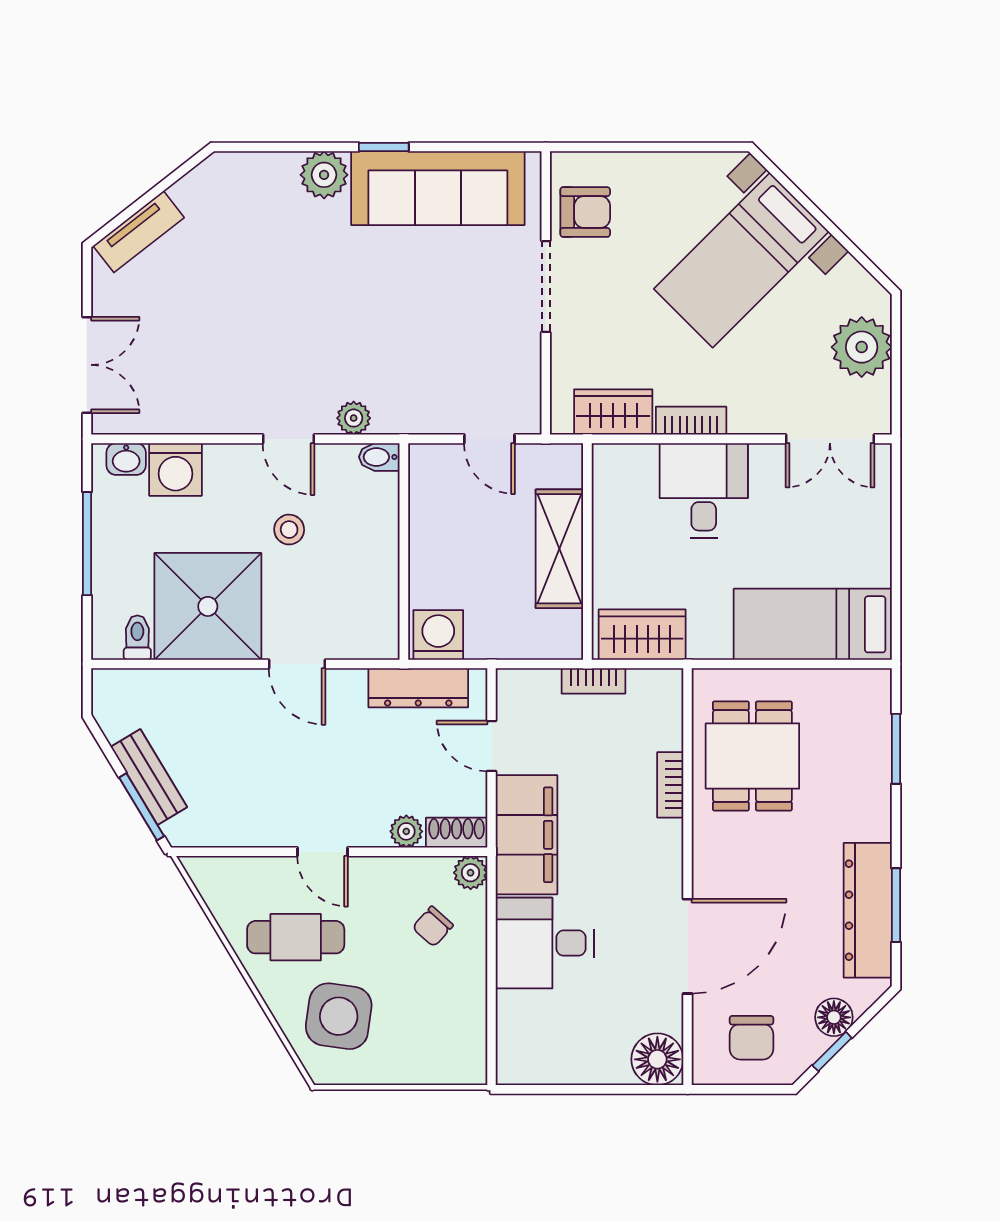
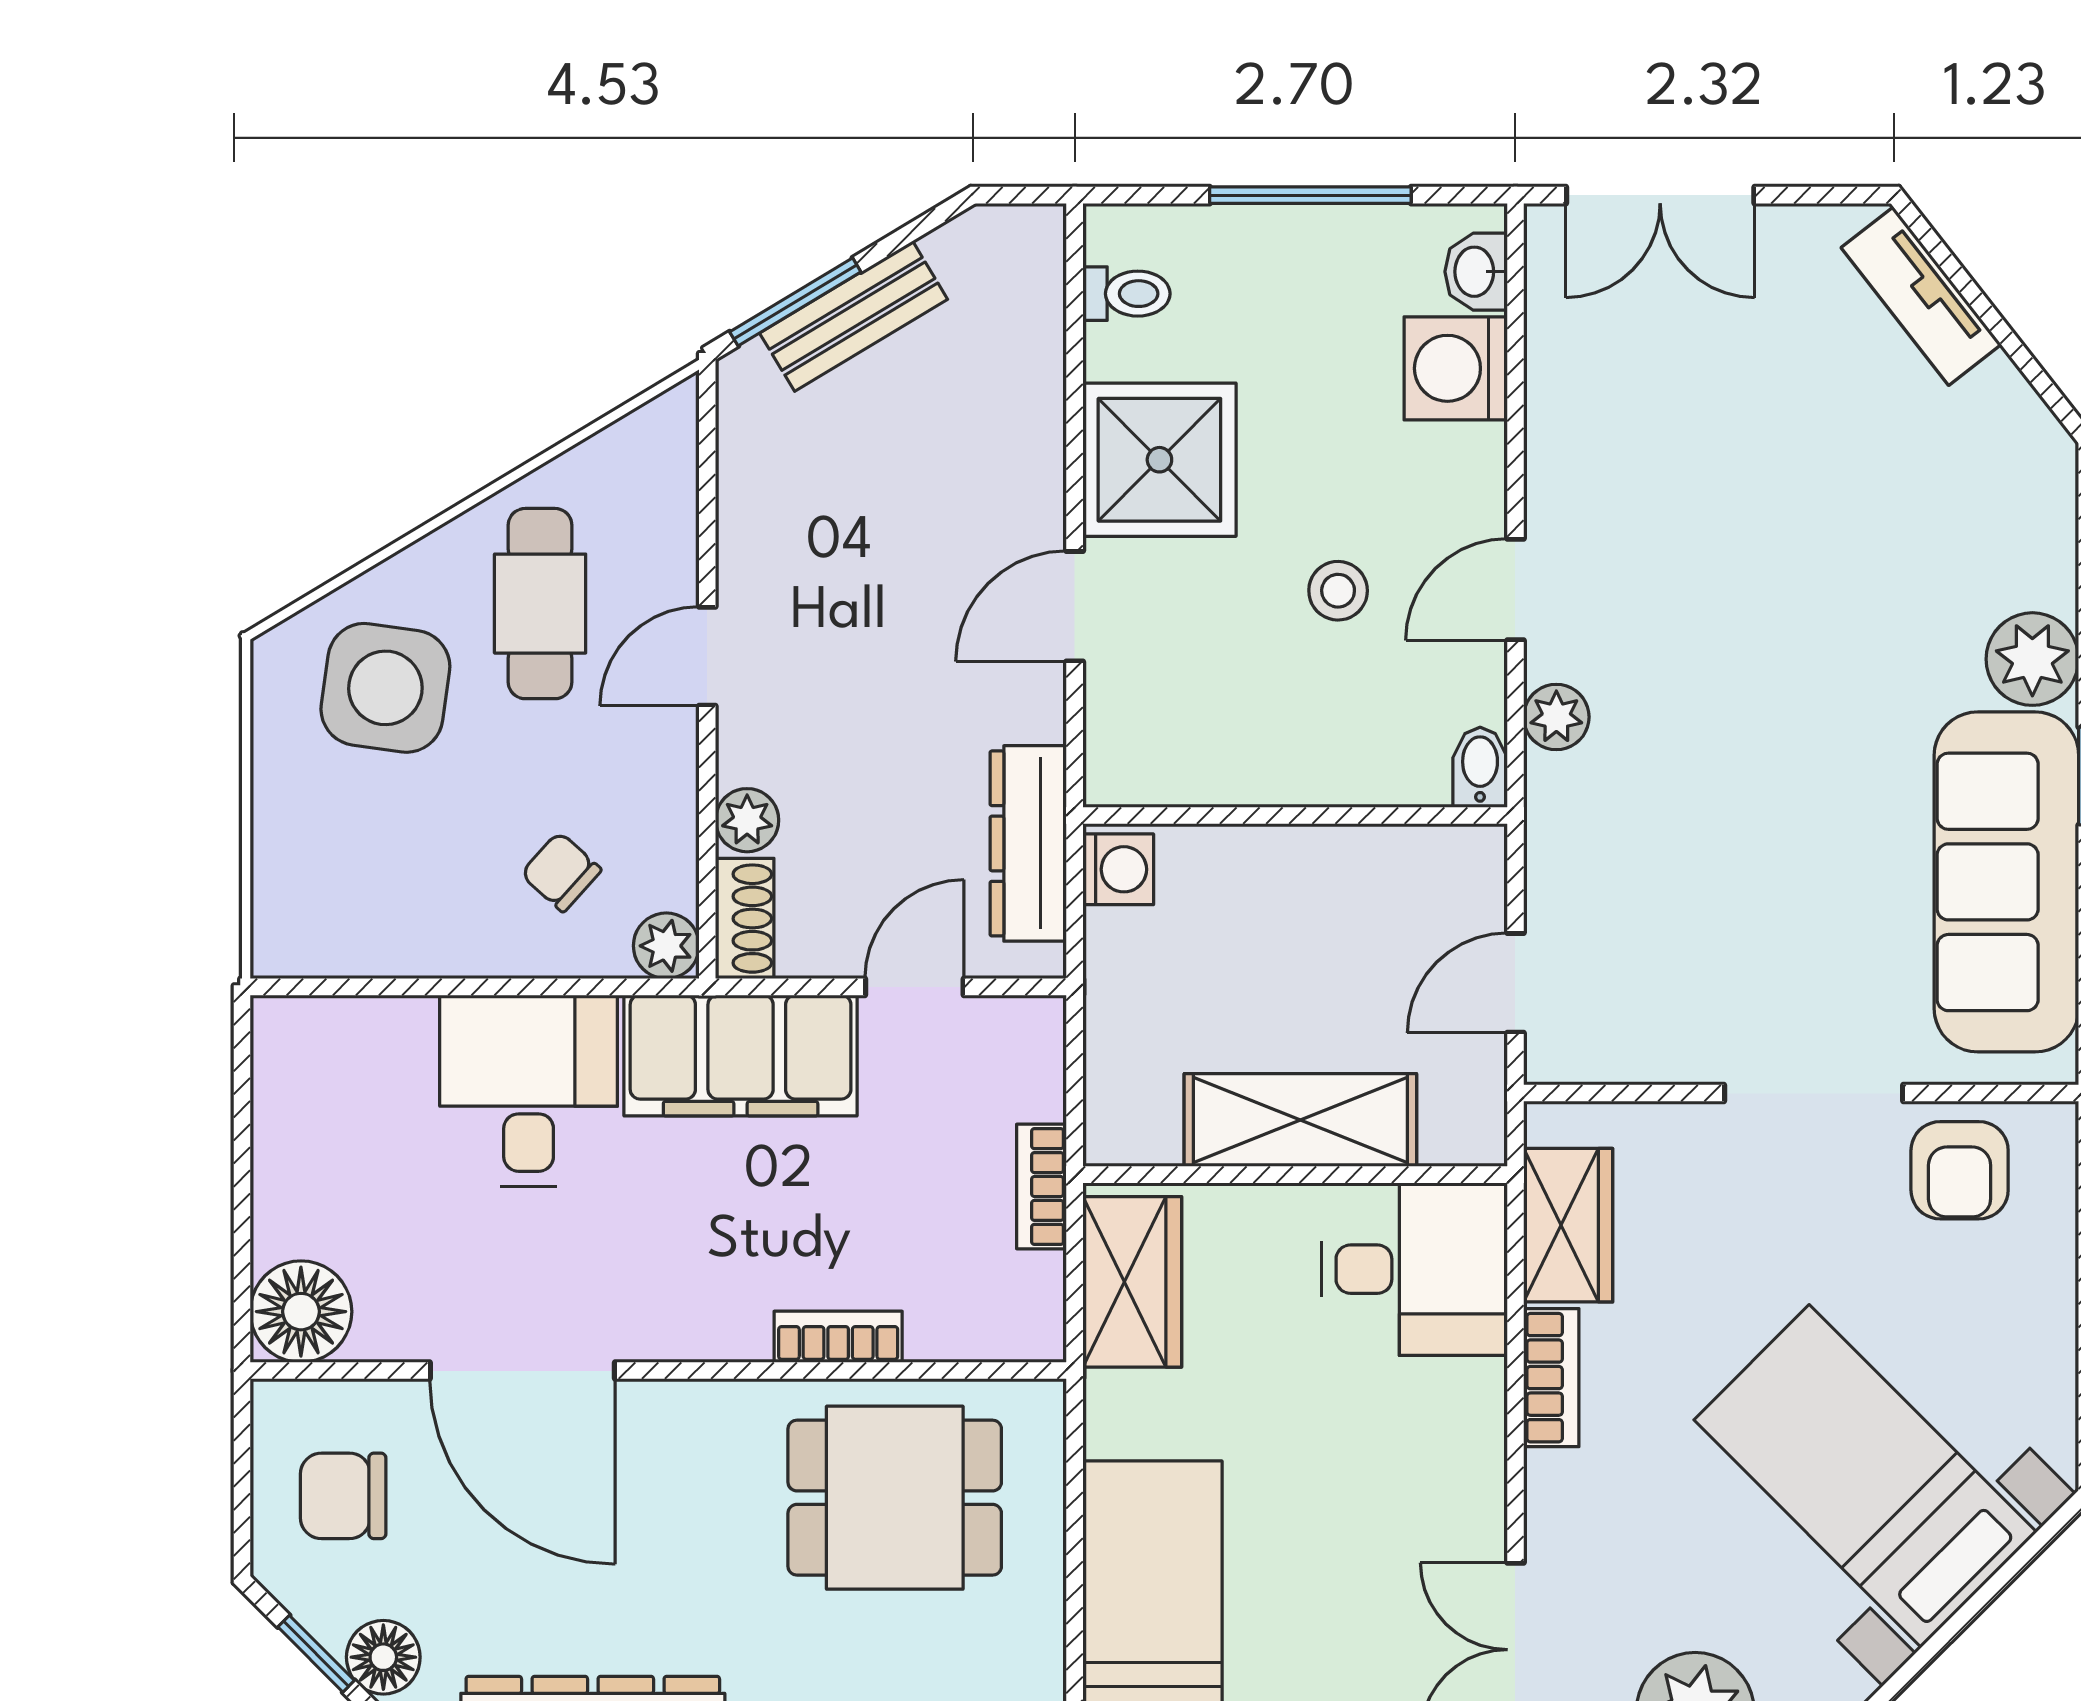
desk: (704, 491) -> (1414, 1269), moved
shower: (208, 606) -> (1159, 460), width x0.73, depth x0.73
washing machine: (438, 635) -> (1118, 869), width x0.73, depth x0.73

